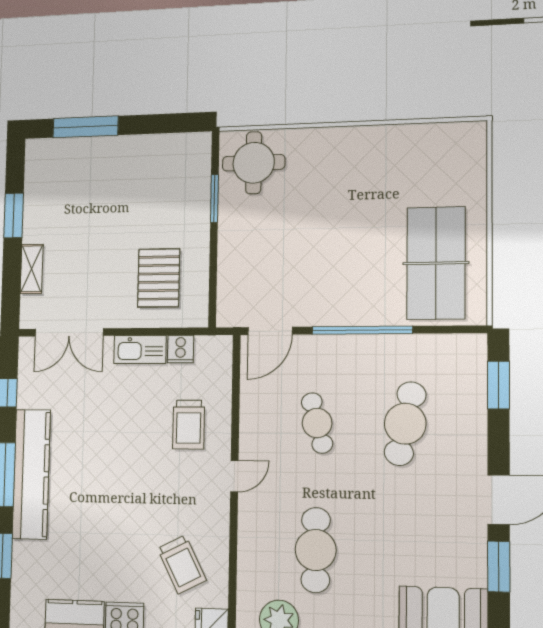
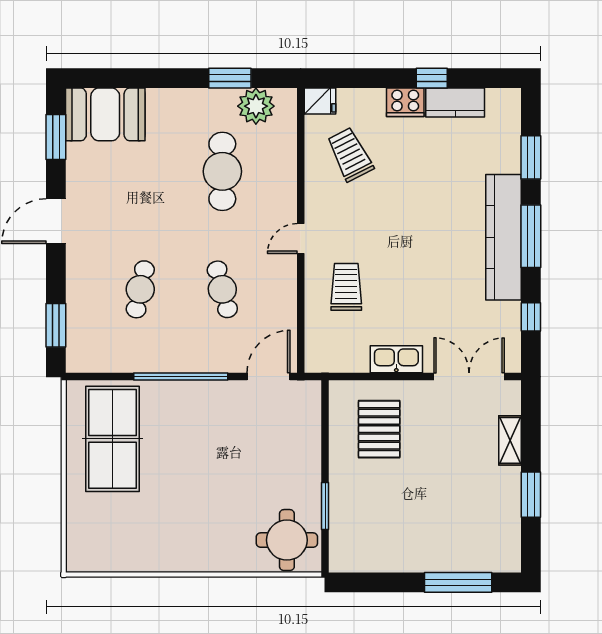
cooker: (181, 349) -> (356, 360), removed
cafe table: (405, 424) -> (140, 289), width x0.73, depth x0.74
window: (499, 567) -> (56, 137), moved

